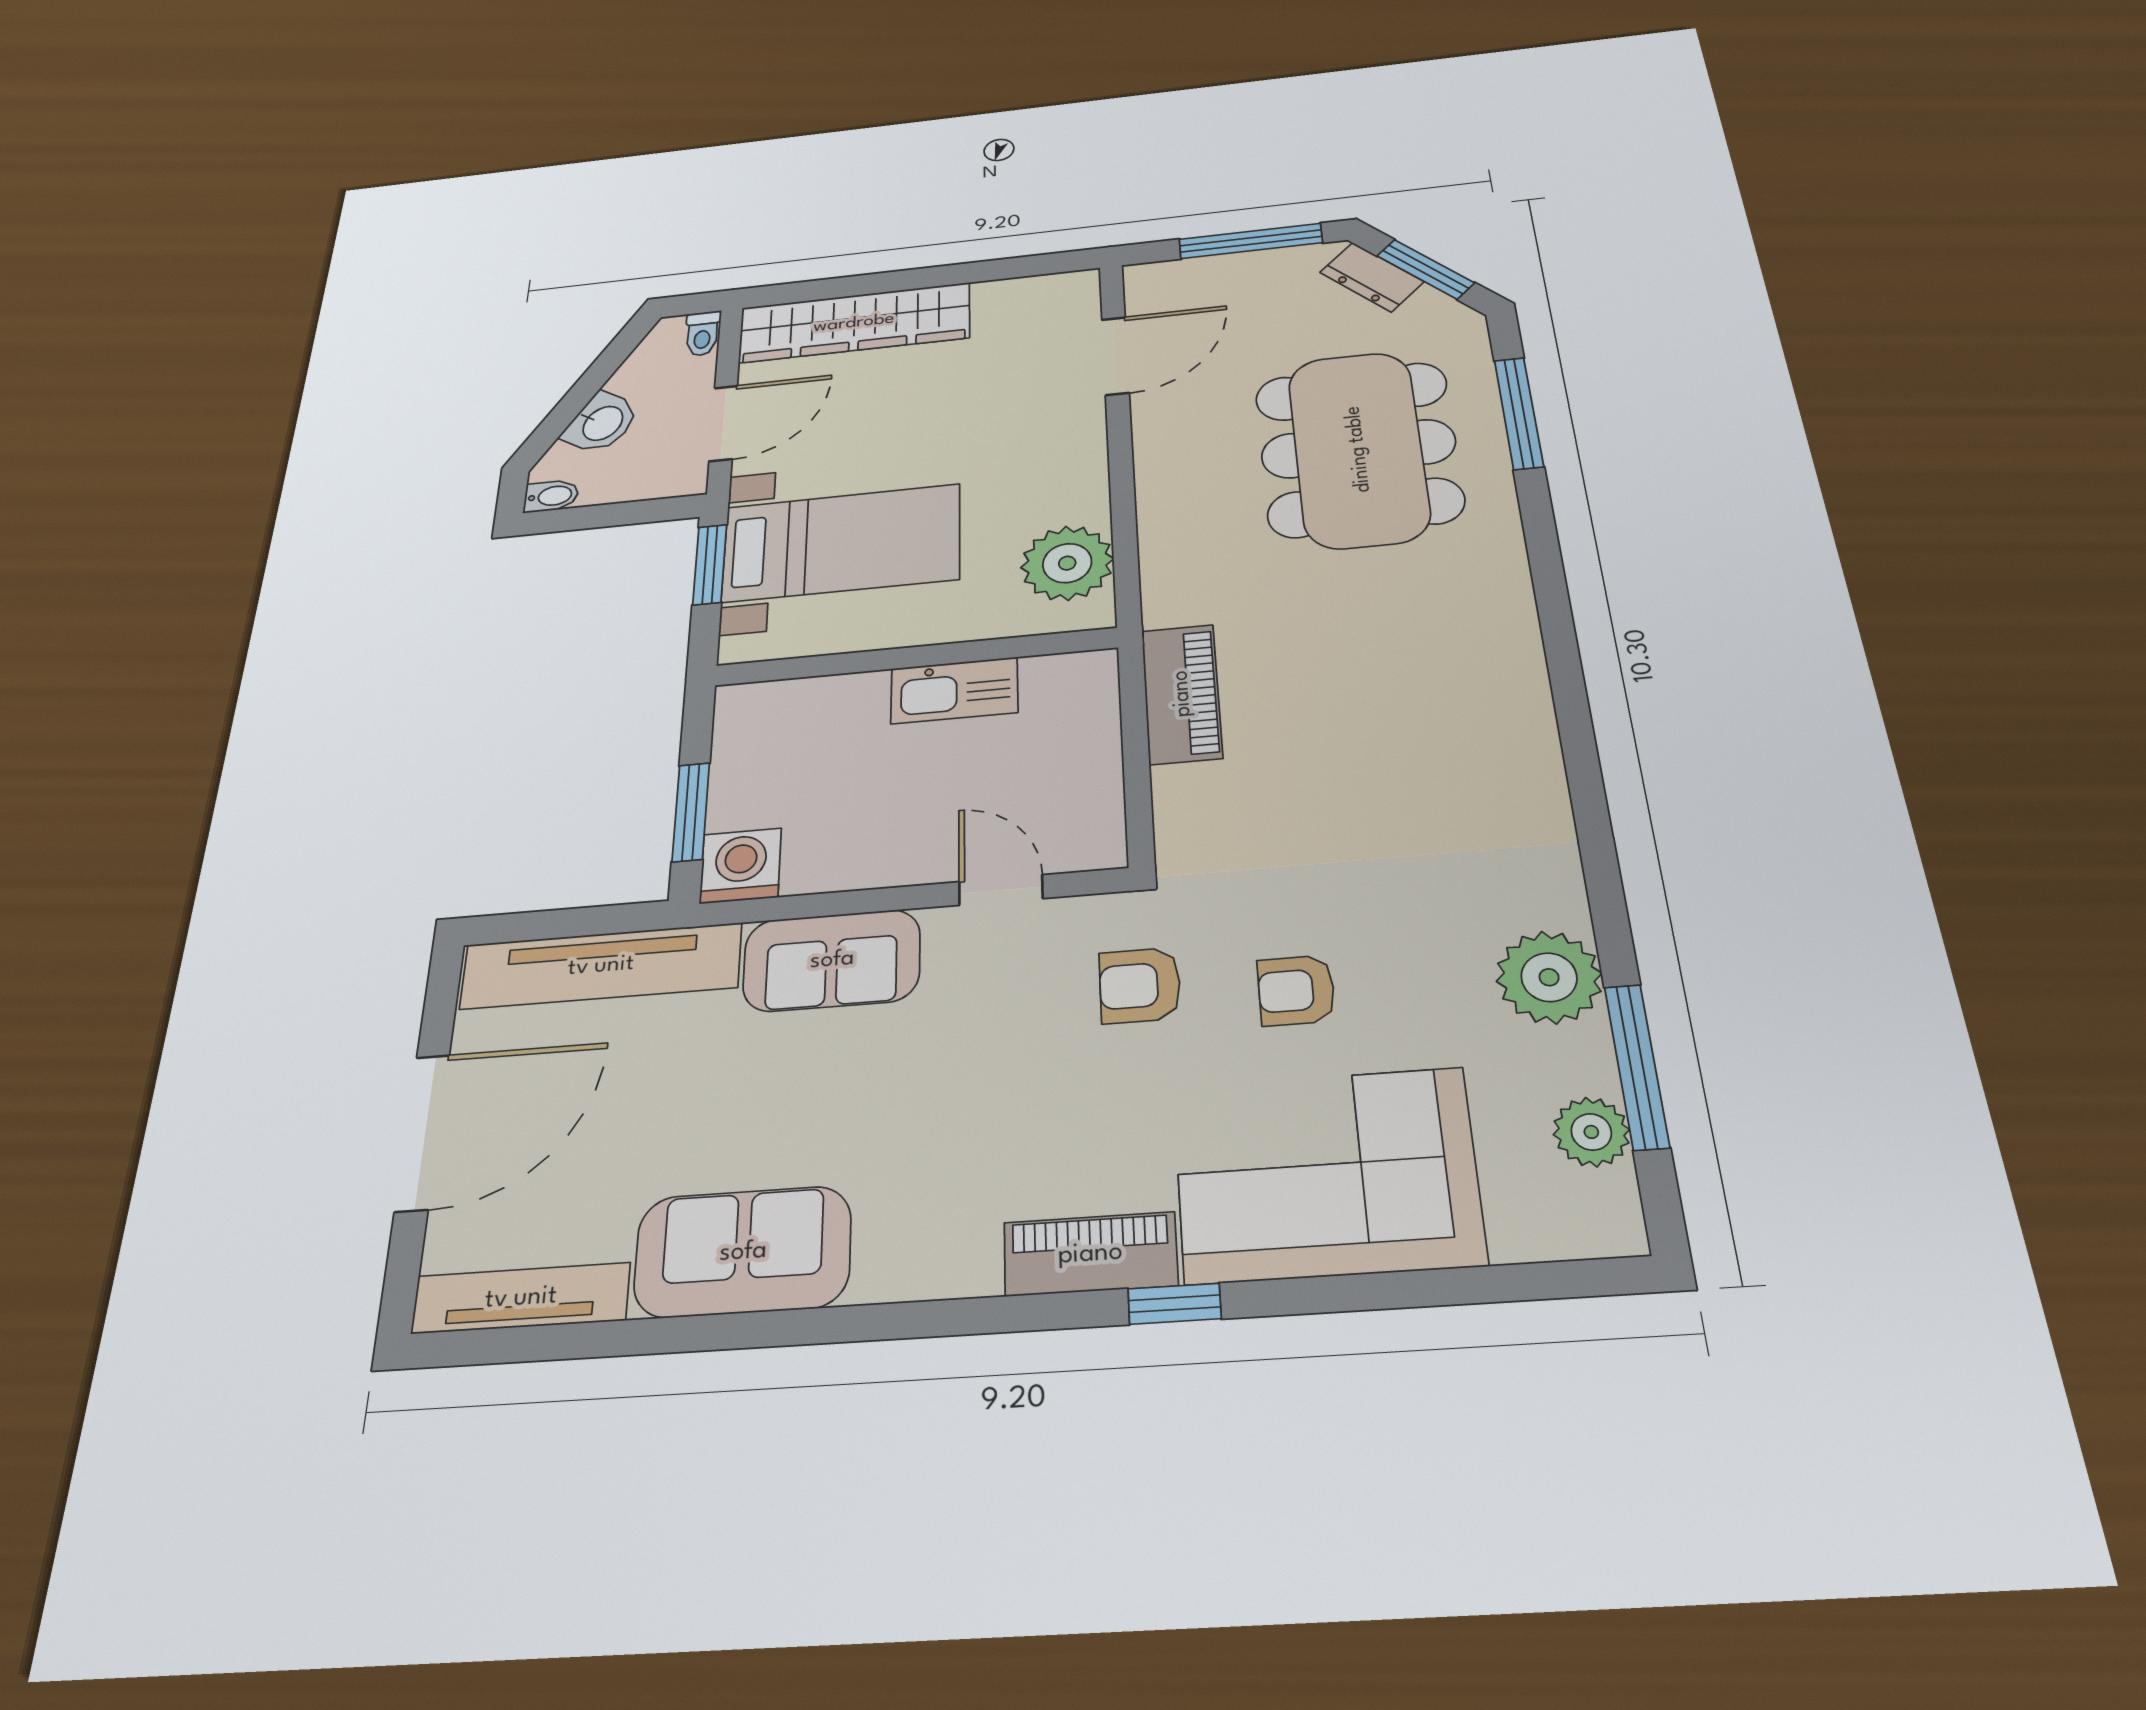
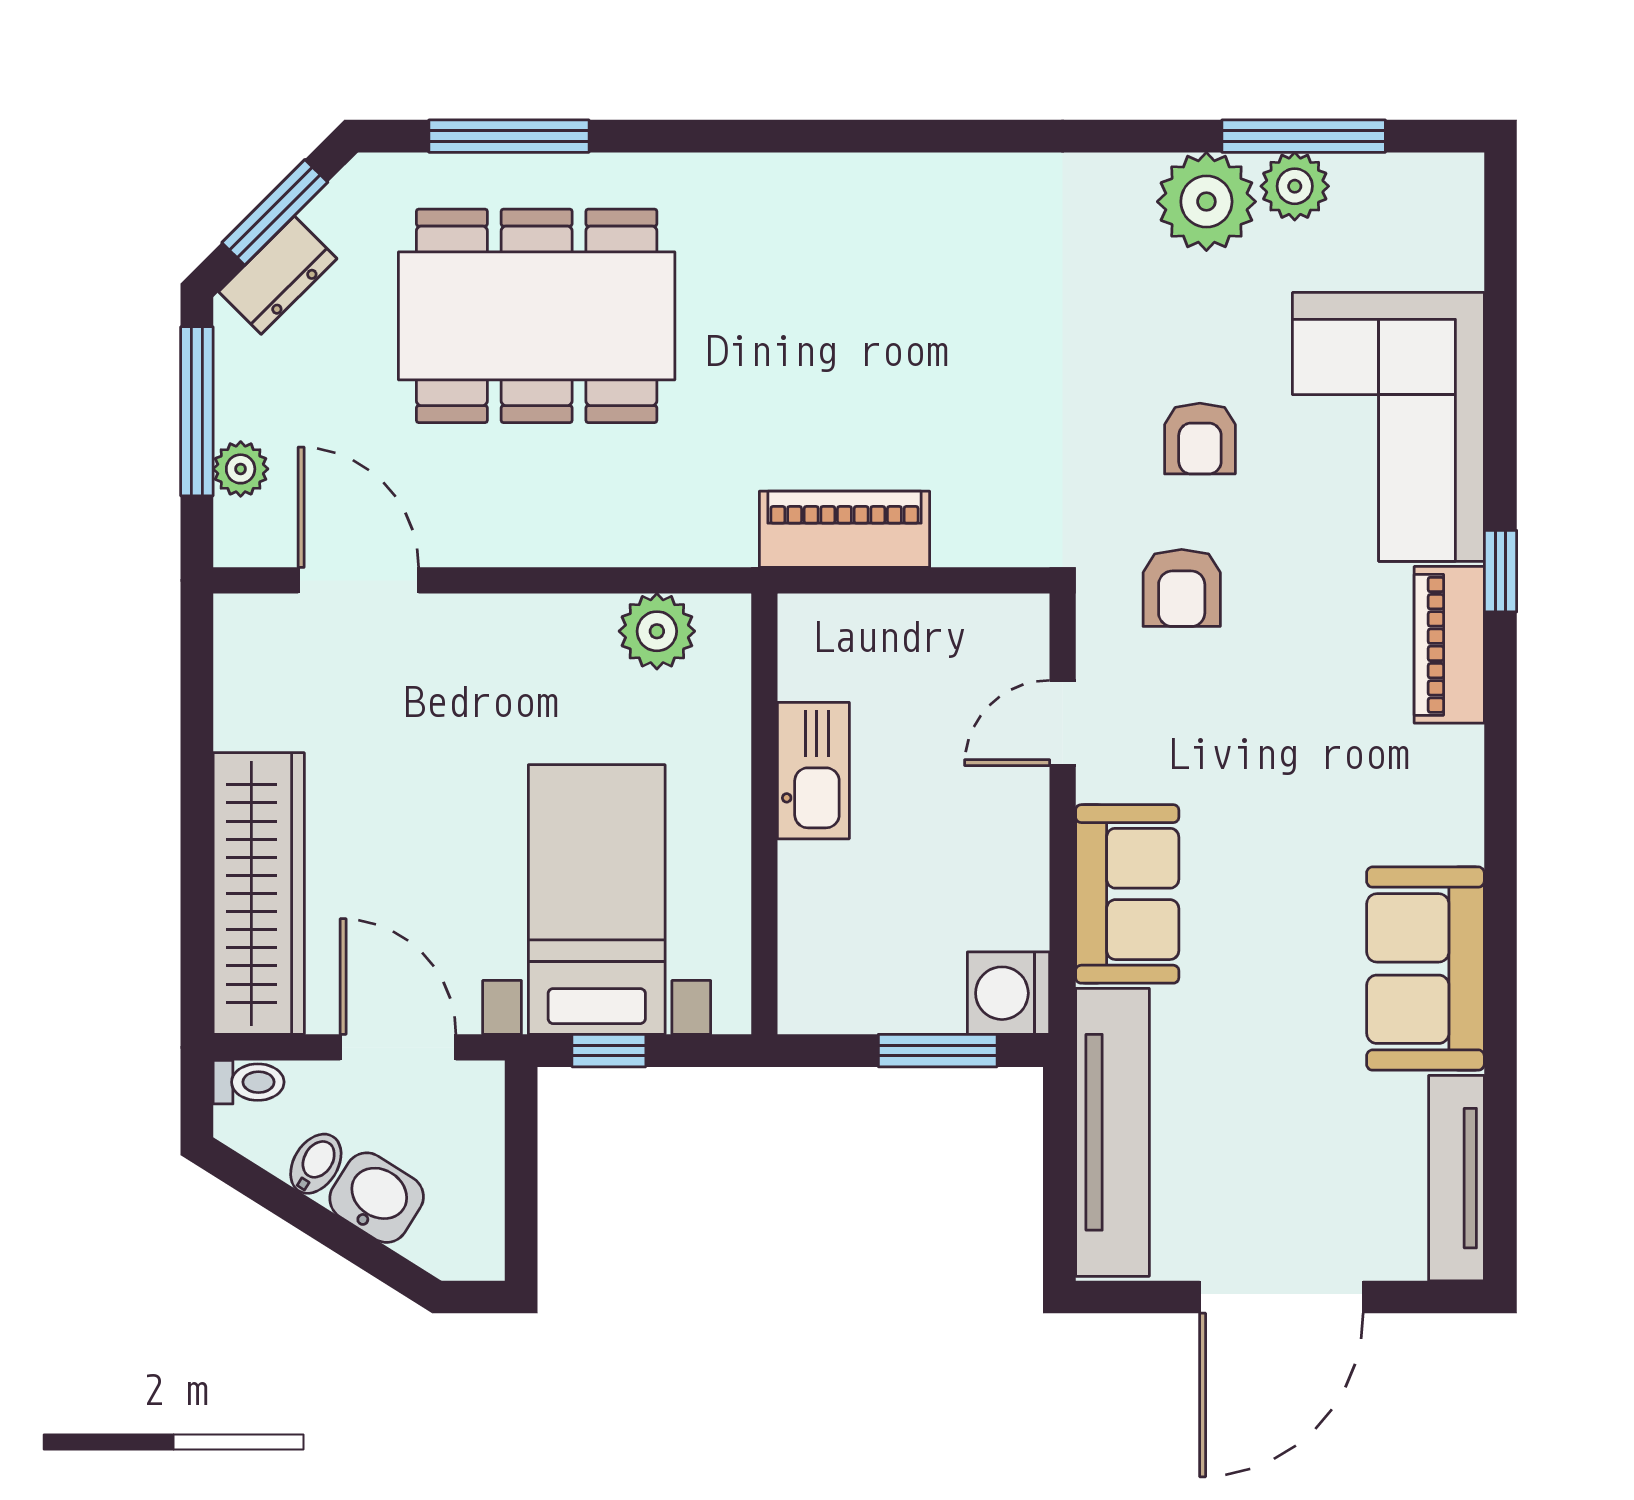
plant: (1205, 273) -> (241, 469), added
bidet: (551, 496) -> (316, 1164), moved, turned 32
plant: (1067, 563) -> (657, 631), width x0.73, depth x0.73
window: (710, 565) -> (609, 1051), width x0.67
door: (422, 1132) -> (1281, 1297), swing flipped
plant: (1591, 1132) -> (1295, 186), moved

